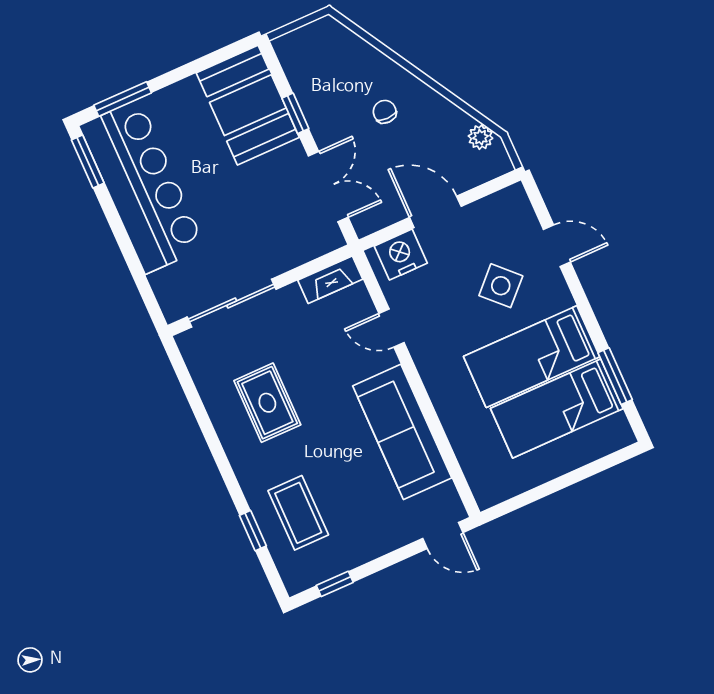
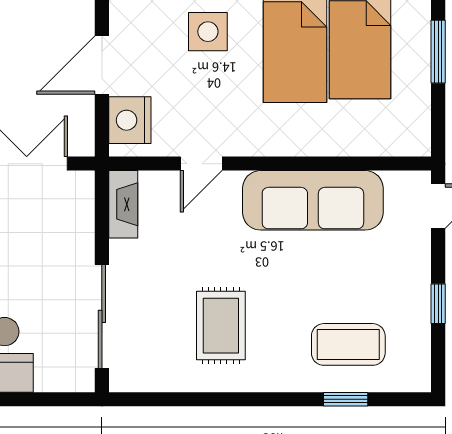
side table: (501, 286) -> (208, 32), turned 45
rug: (267, 403) -> (221, 326), turned 90
window: (568, 480) -> (438, 52), added
window: (335, 584) -> (438, 304), moved

